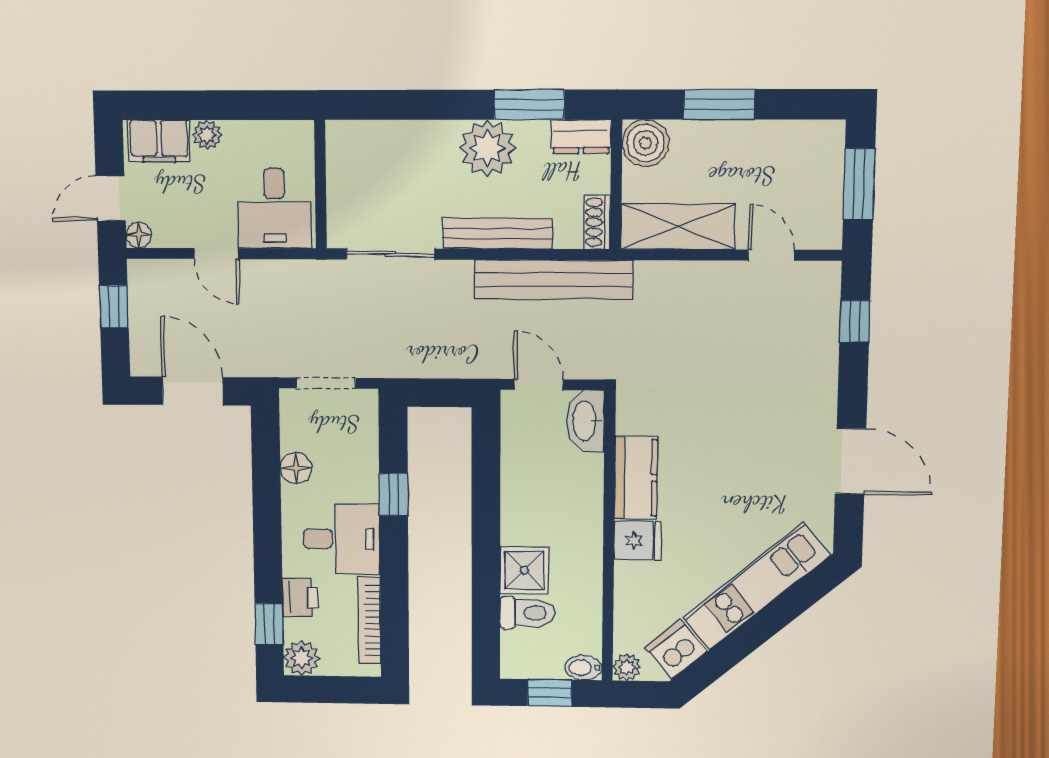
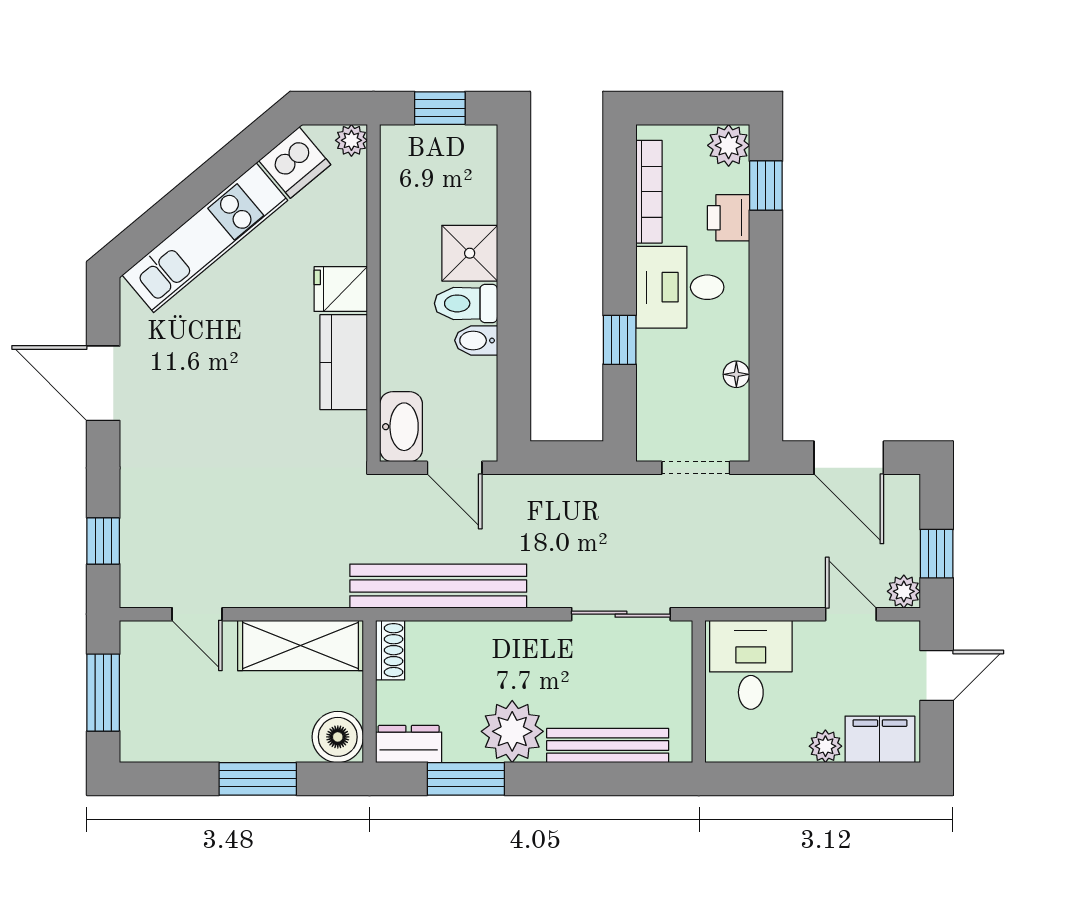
bench: (498, 233) -> (608, 745), moved
floor lamp: (139, 235) -> (906, 635), removed
door: (216, 254) -> (851, 614), moved
plant: (142, 273) -> (904, 591), added
floor lamp: (296, 468) -> (736, 374), width x0.73, depth x0.73
toilet: (527, 613) -> (466, 303), moved
bidet: (583, 668) -> (476, 340), moved, turned 180

